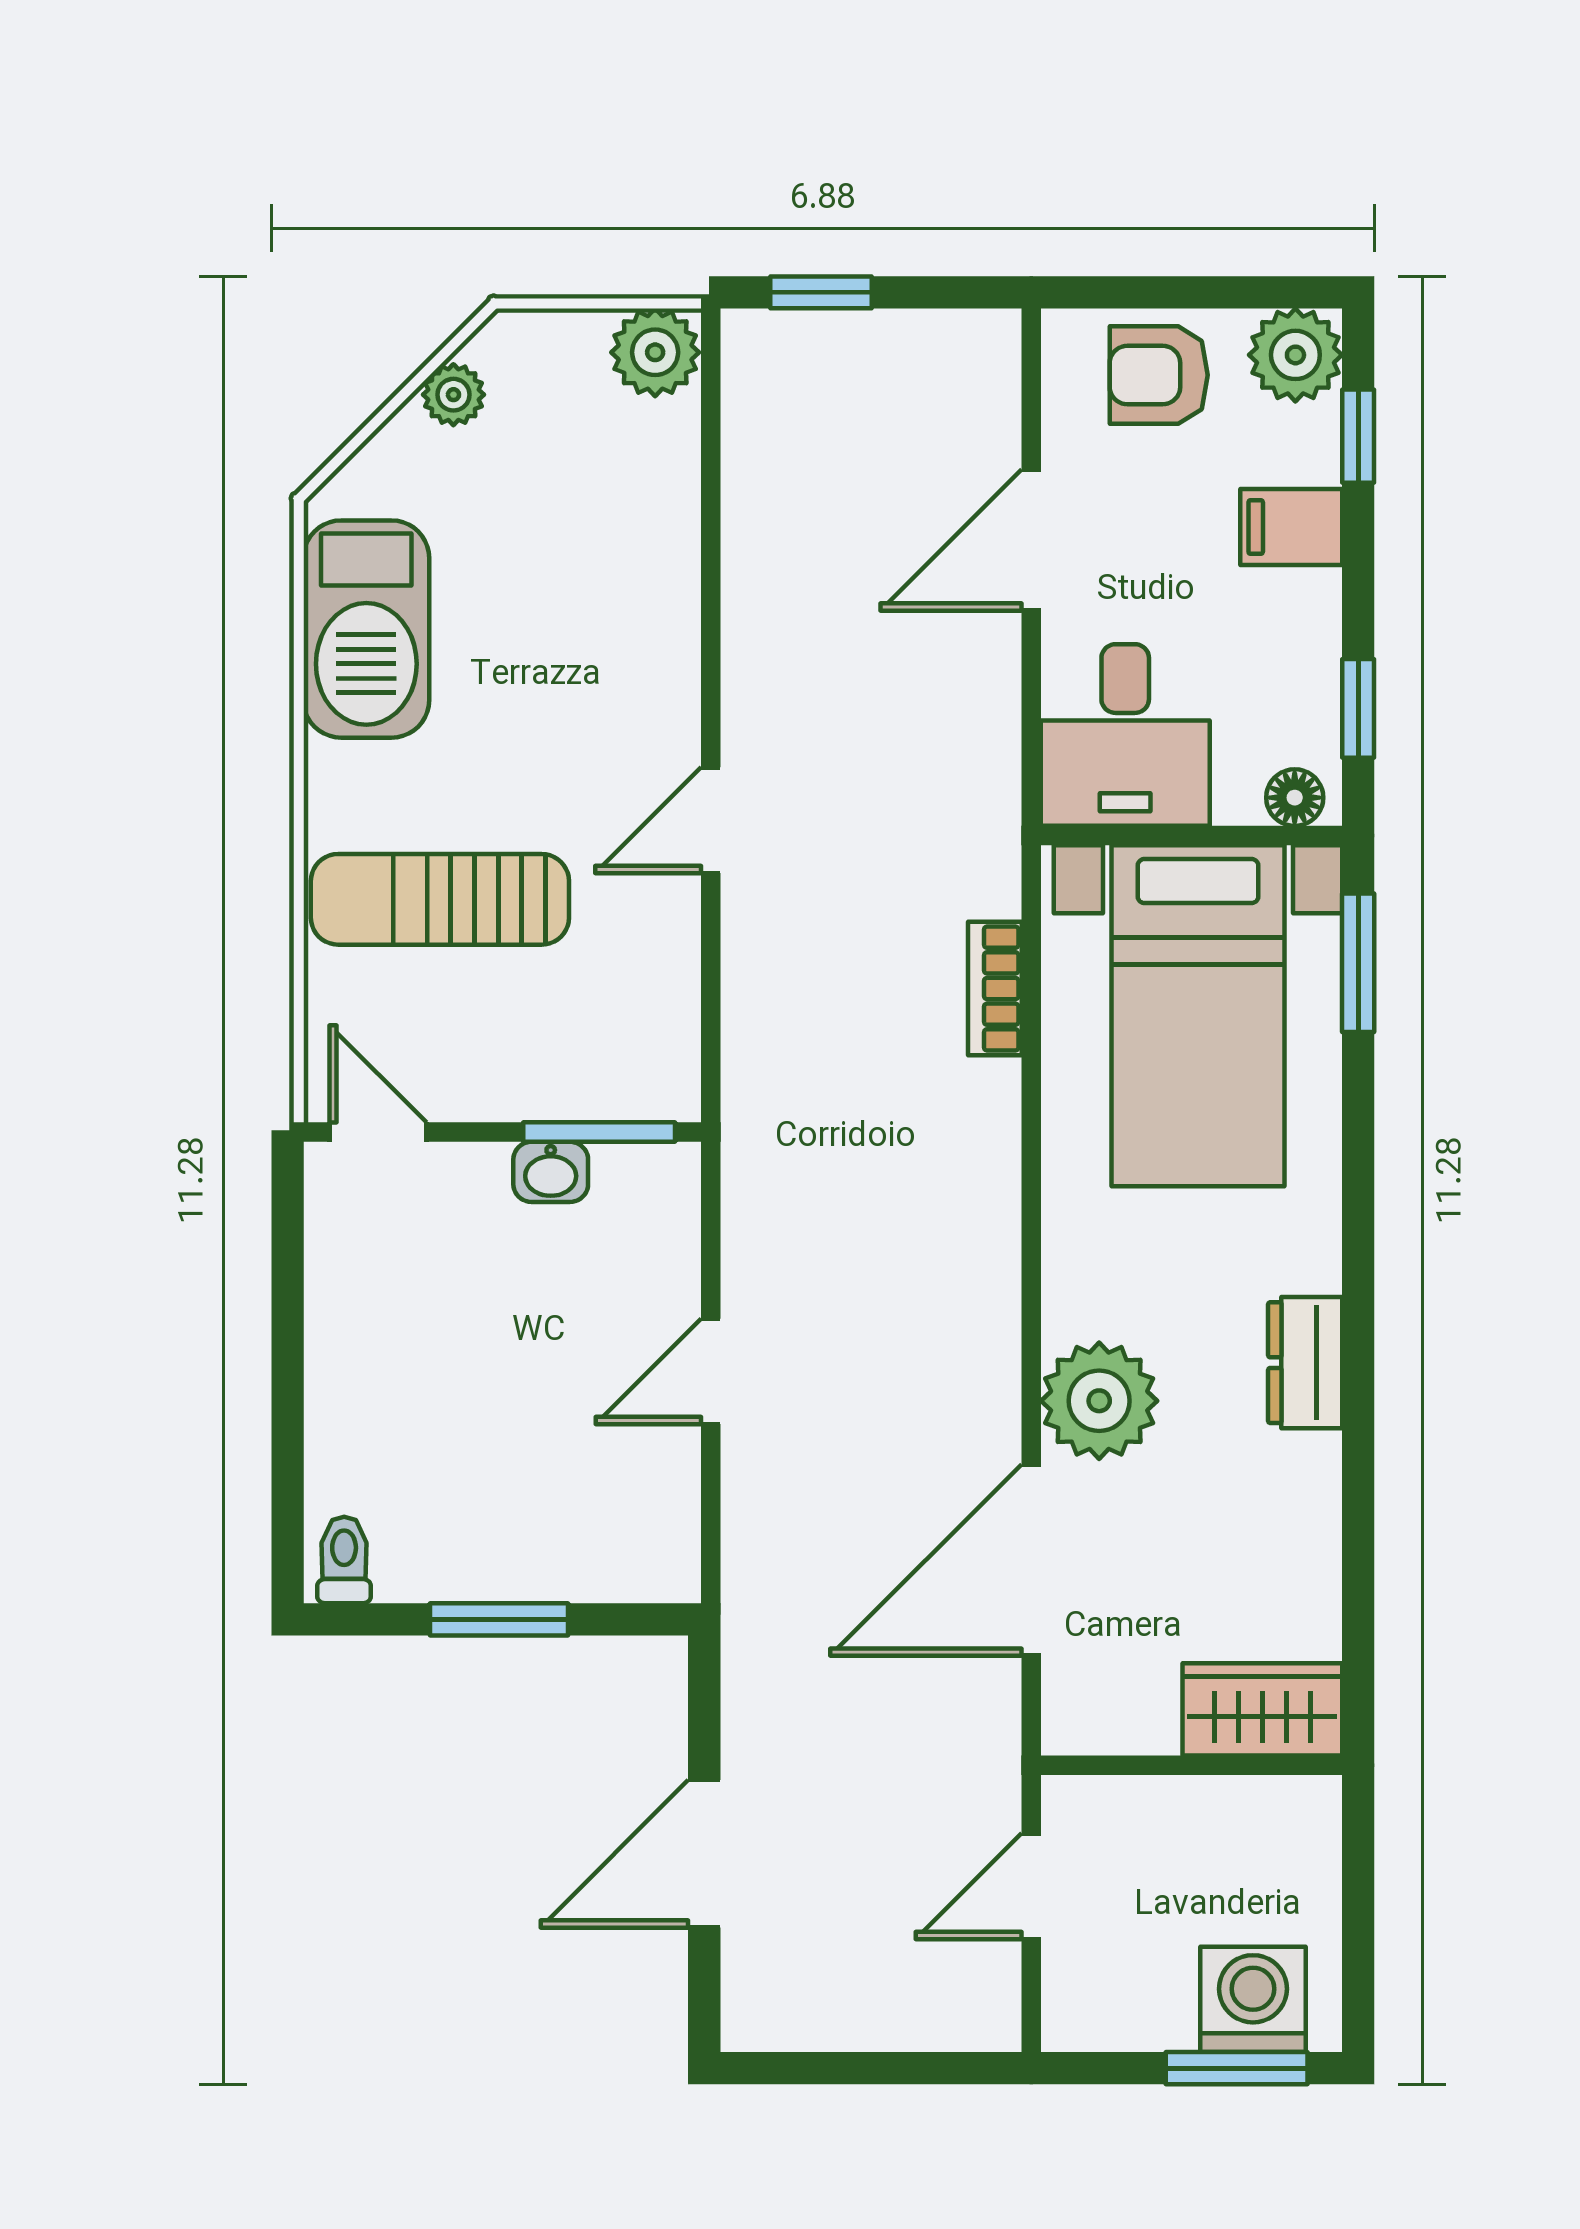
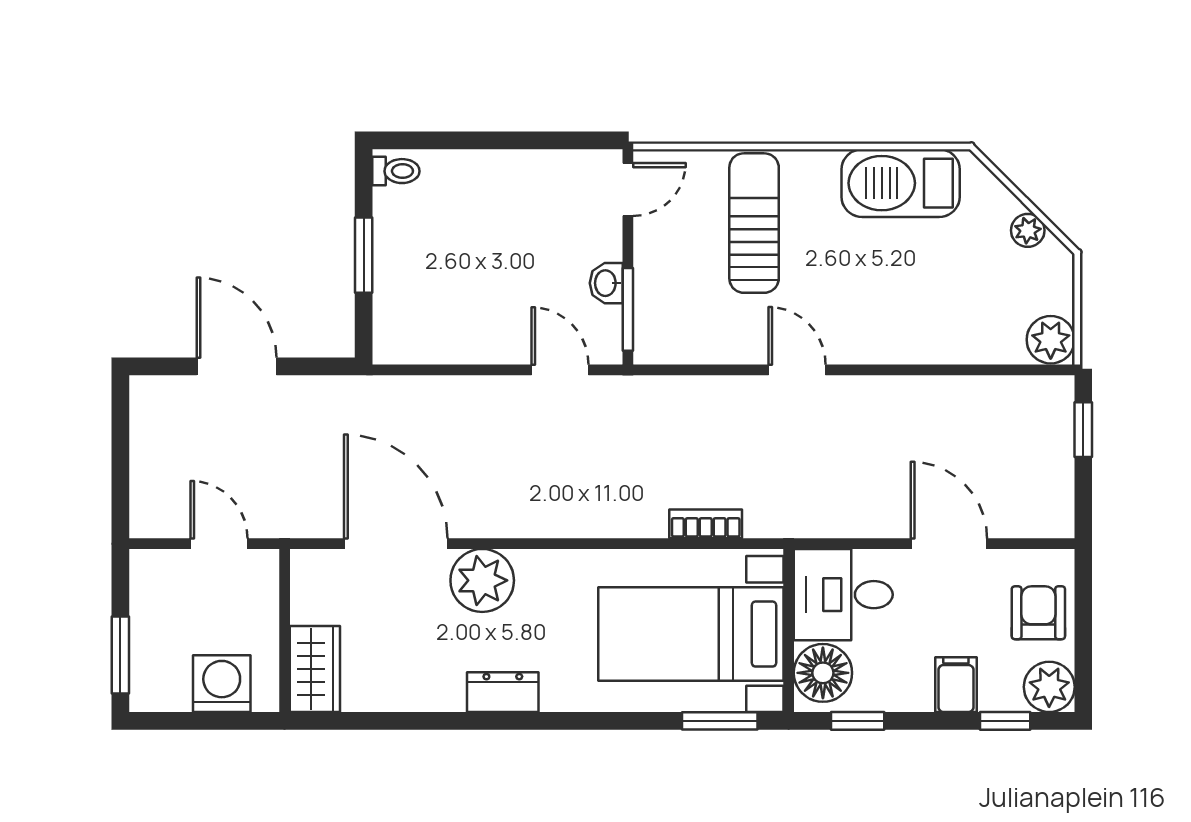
floor lamp: (1295, 798) -> (823, 673), width x1.89, depth x1.89
door: (711, 1371) -> (560, 370), moved
washing machine: (1253, 1999) -> (222, 684), moved, turned -90

